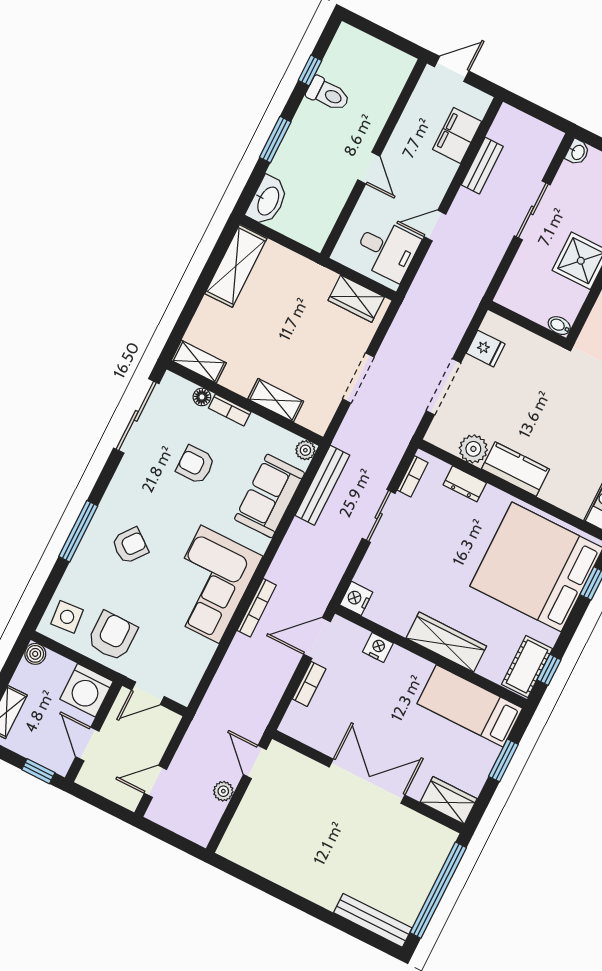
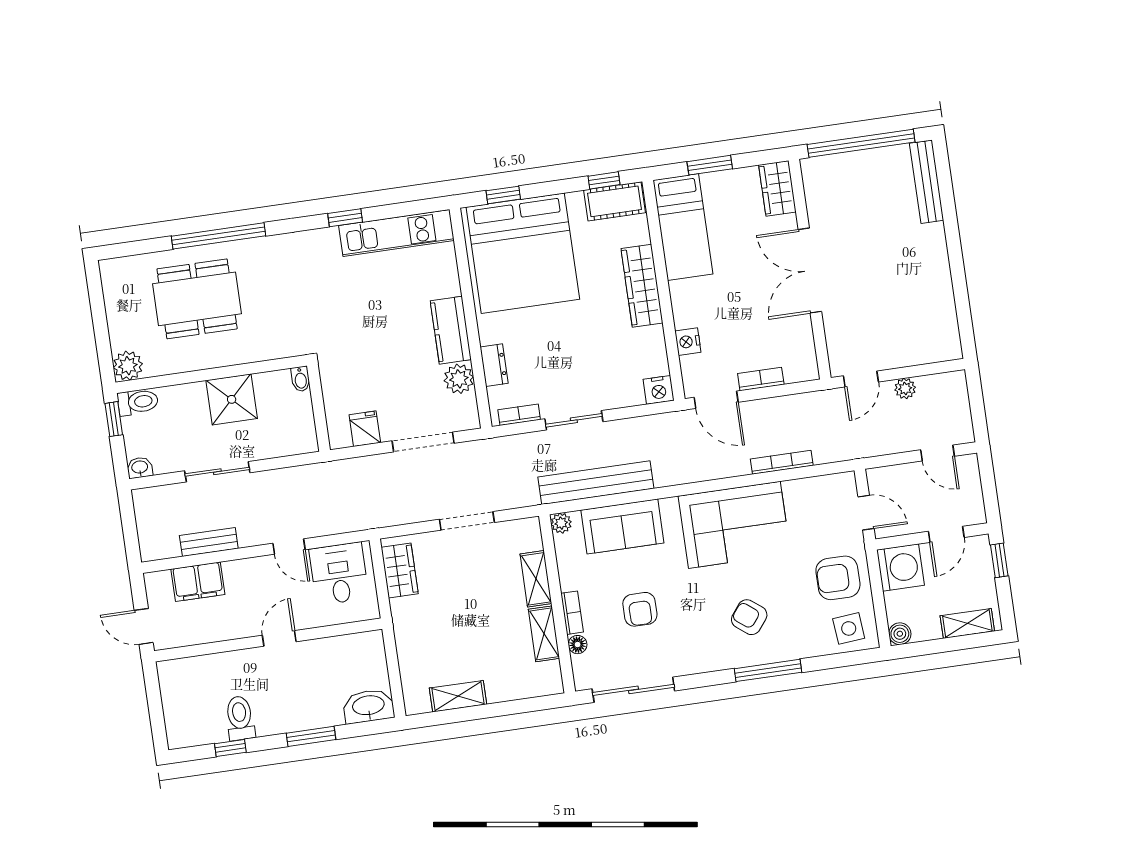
shelving: (236, 266) -> (458, 696), width x0.67, depth x0.75
shelving: (199, 362) -> (544, 634), moved
bench: (322, 485) -> (596, 483), width x1.37, depth x1.21
bookcase: (257, 608) -> (782, 462), moved

